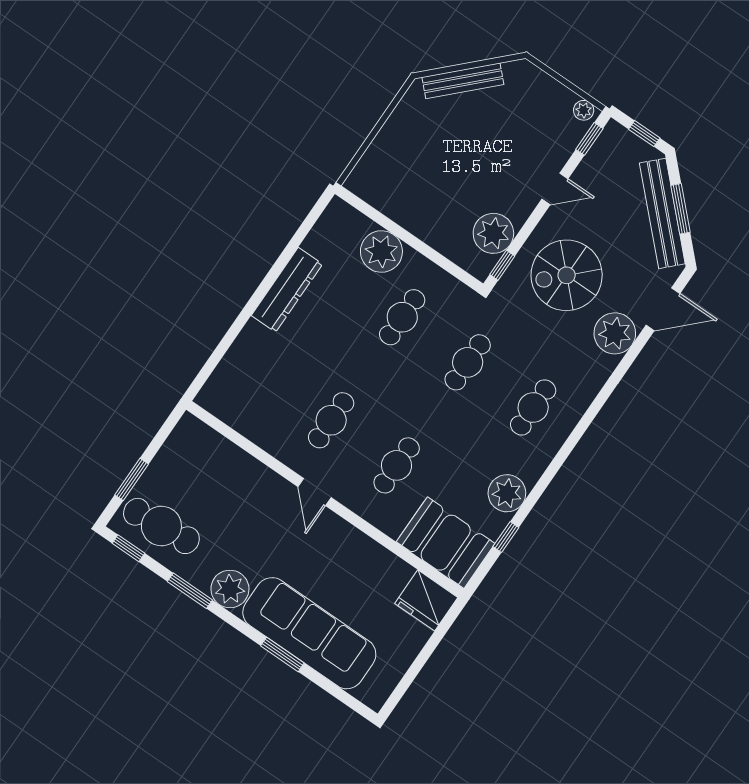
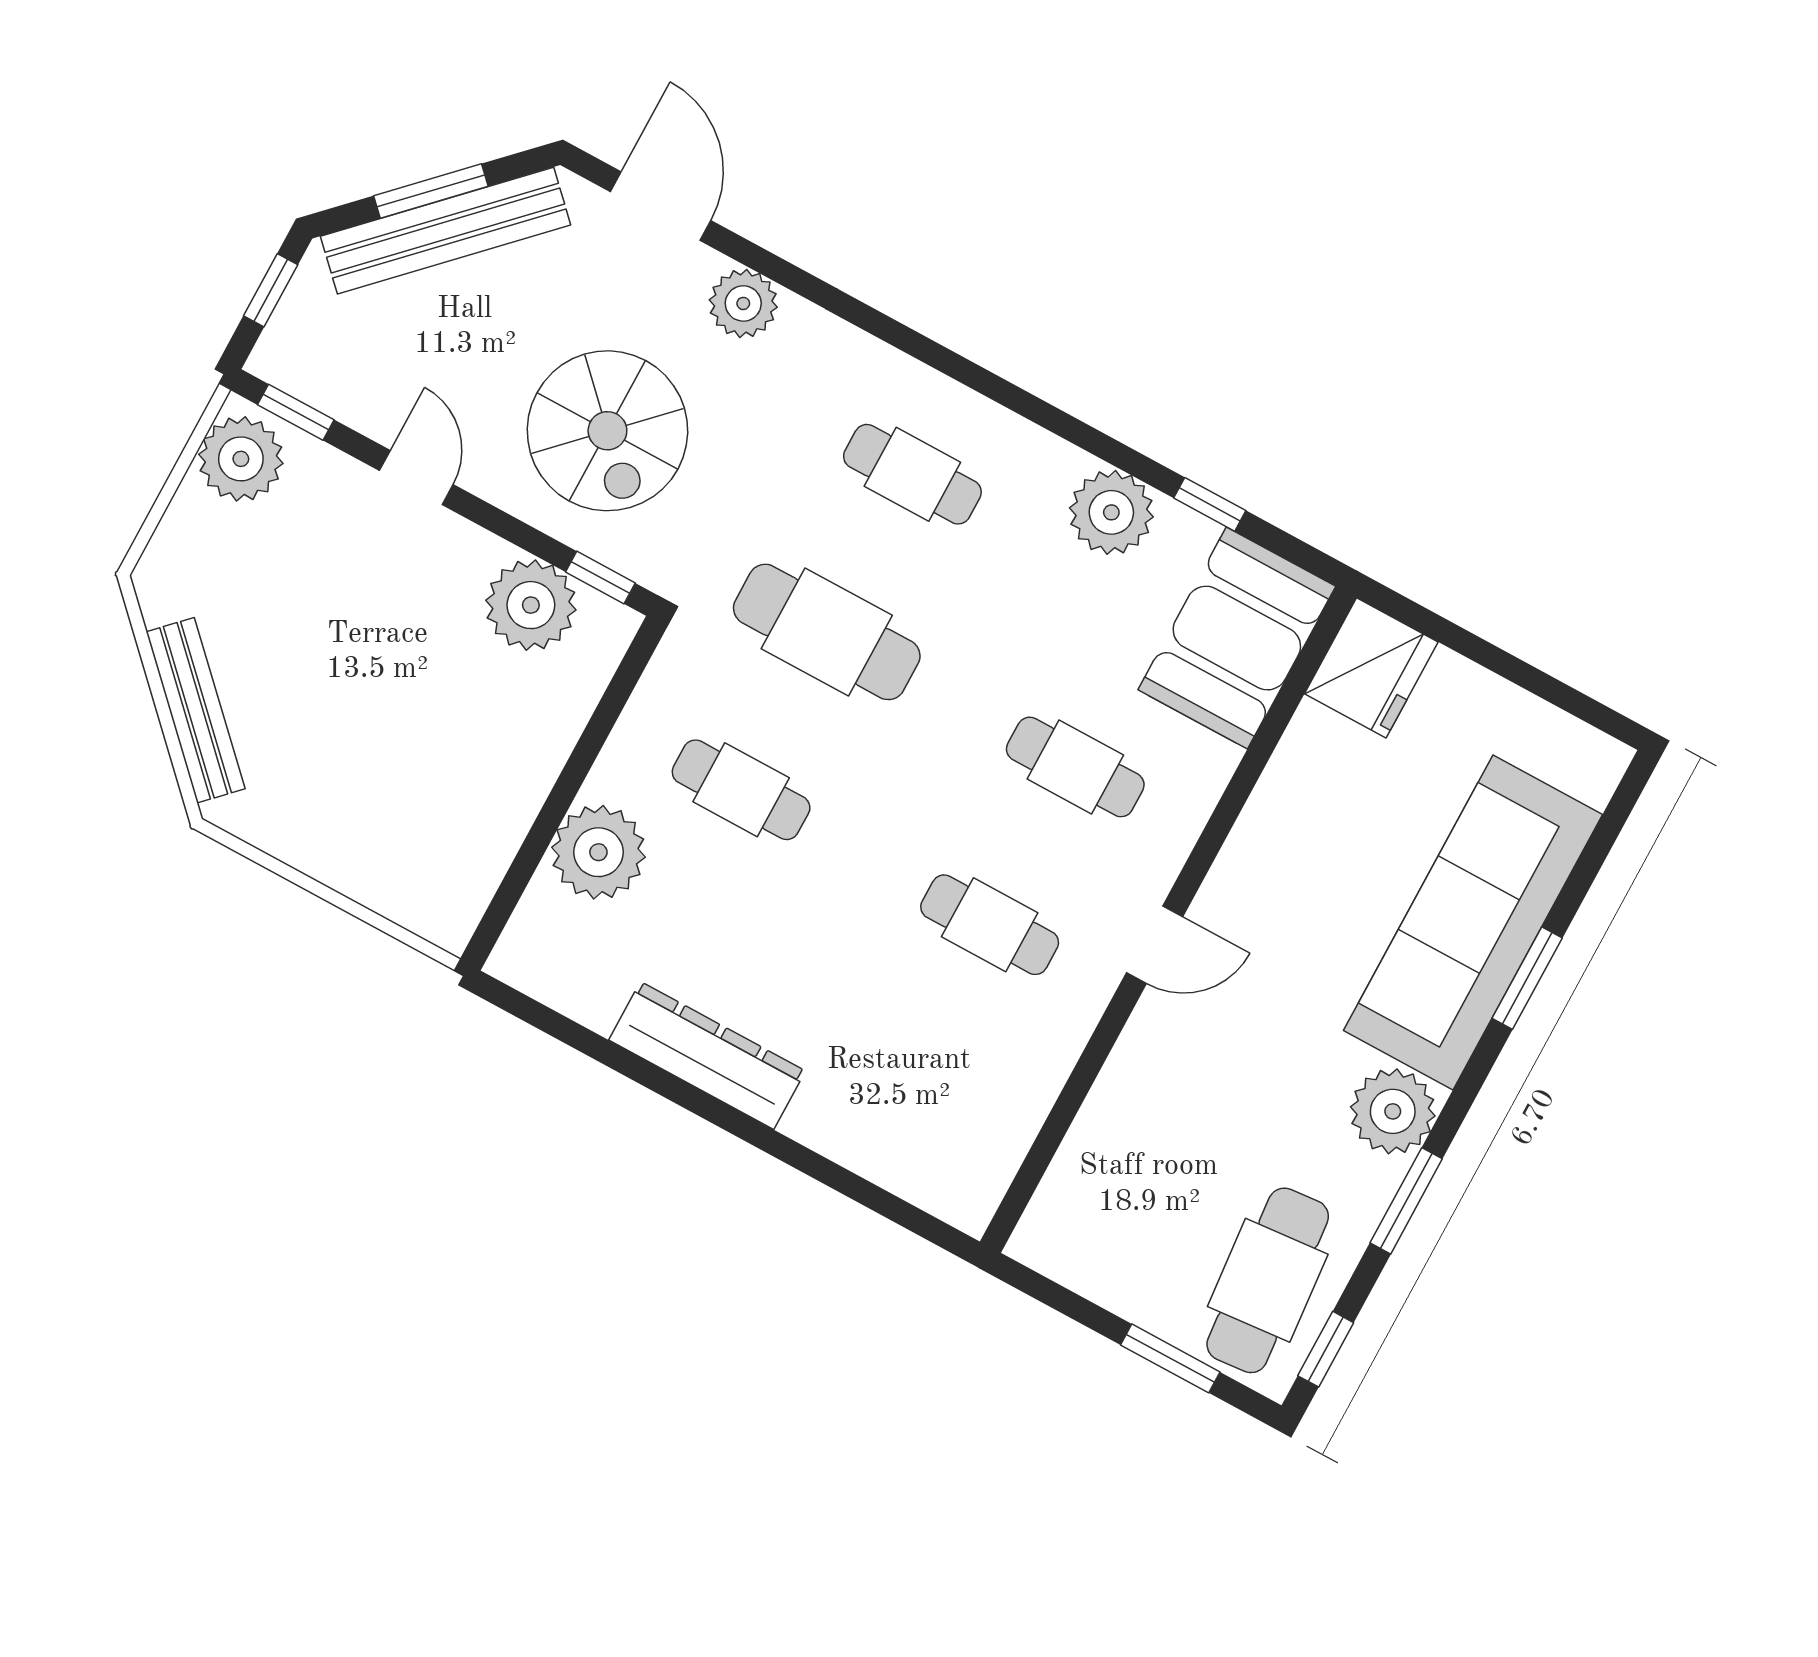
plant: (584, 110) -> (241, 459), width x1.87, depth x1.87
plant: (615, 333) -> (743, 303), width x0.73, depth x0.73
cafe table: (468, 362) -> (827, 632), width x1.37, depth x1.35

